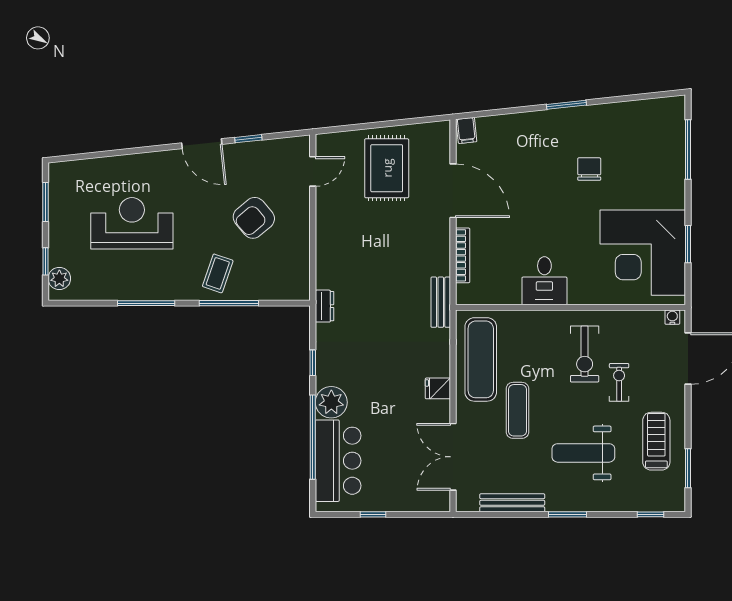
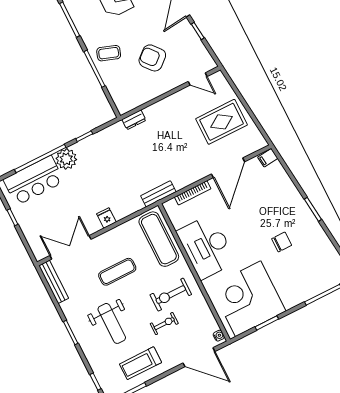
desk: (544, 281) -> (206, 247), width x1.87, depth x1.30
dresser: (324, 306) -> (134, 120), moved
exercise mat: (481, 359) -> (159, 239), moved, turned 90
treadmill: (656, 441) -> (141, 363), turned 180
weight bench: (583, 453) -> (112, 323), turned 180
bench: (512, 503) -> (54, 282), moved

